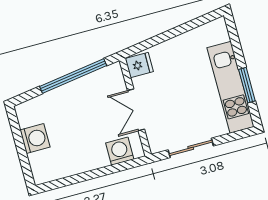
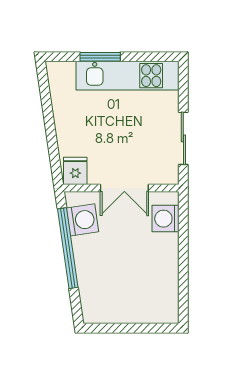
window: (247, 85) -> (100, 57), moved
washing machine: (35, 138) -> (82, 220), moved, turned 82

